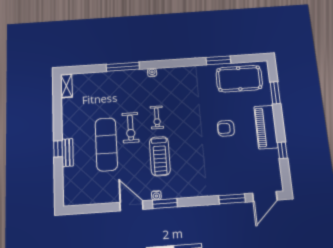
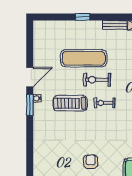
bench: (67, 153) -> (115, 25), moved
window: (232, 199) -> (30, 161), removed

